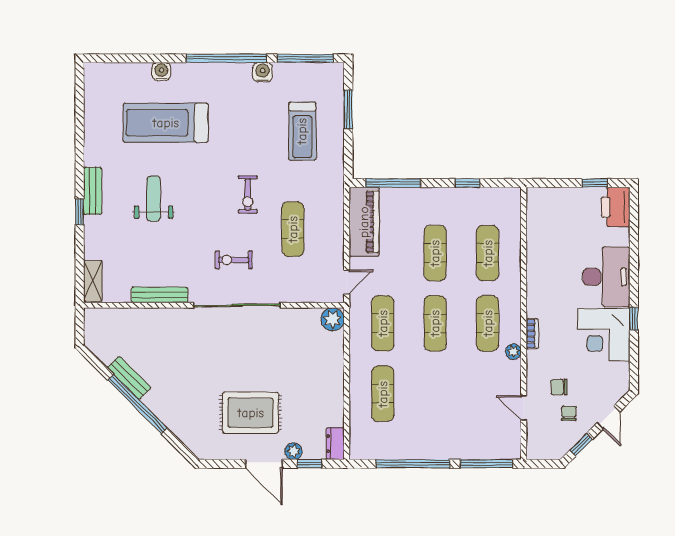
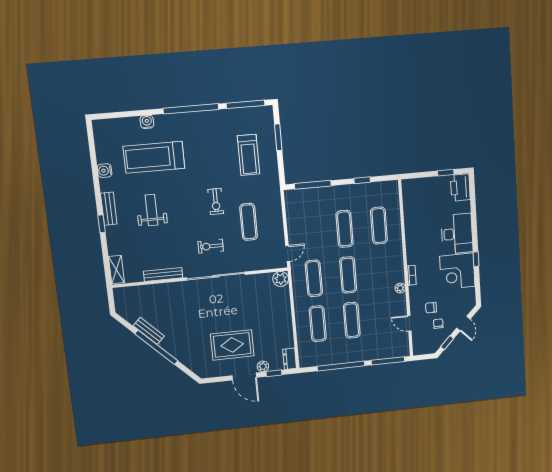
water cooler: (263, 72) -> (105, 171), moved, turned -90
piano: (364, 222) -> (296, 212), removed
exercise mat: (488, 323) -> (352, 320), moved

